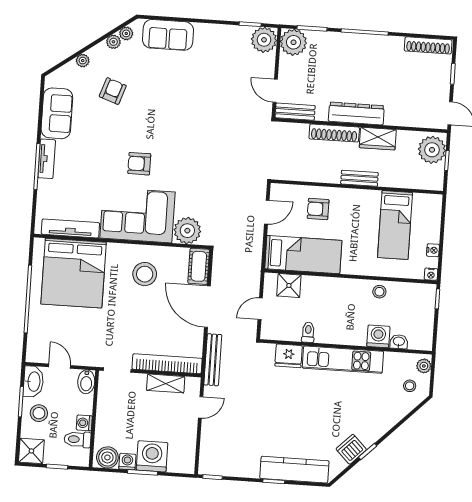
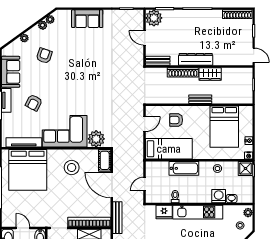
sofa: (168, 35) -> (87, 19), moved
plant: (264, 40) -> (136, 18), removed
door: (275, 91) -> (145, 38), moved
plant: (432, 150) -> (244, 79), removed
armchair: (139, 164) -> (34, 103), moved, turned -62
bed: (395, 225) -> (224, 127), width x1.50
shower: (289, 285) -> (245, 168), moved
bathtub: (325, 288) -> (184, 168), added

